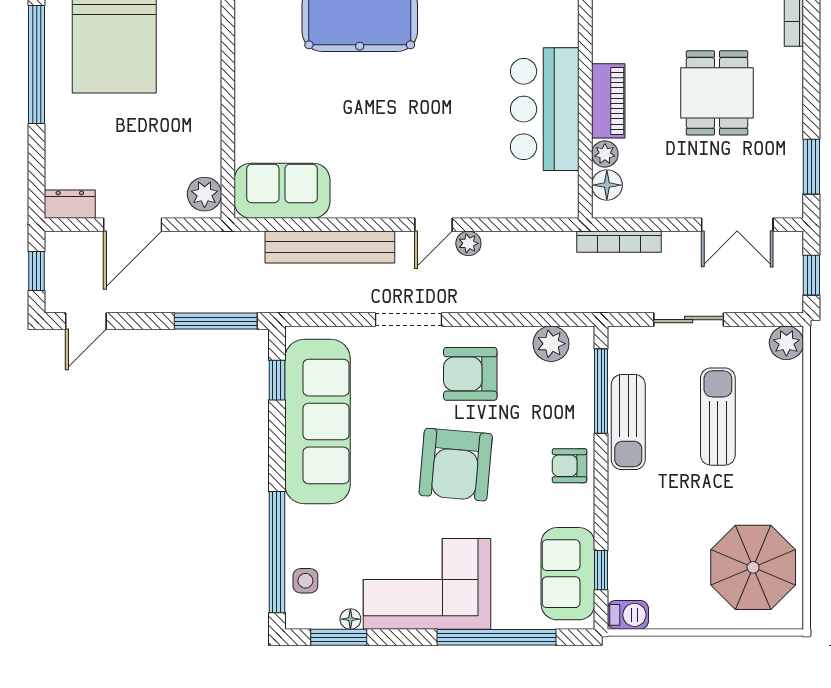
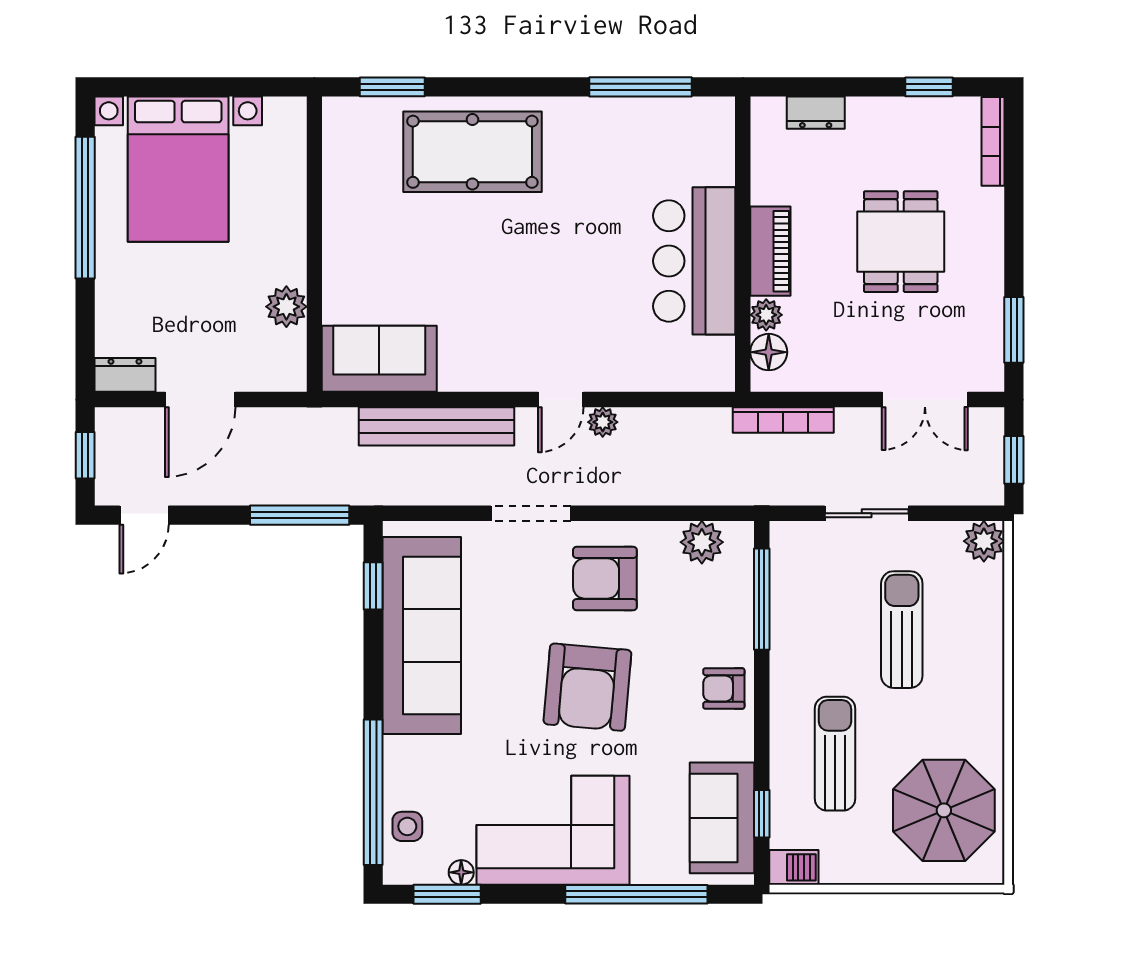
plant: (205, 194) -> (286, 307), moved
sun lounger: (628, 422) -> (835, 754), moved, turned 180

